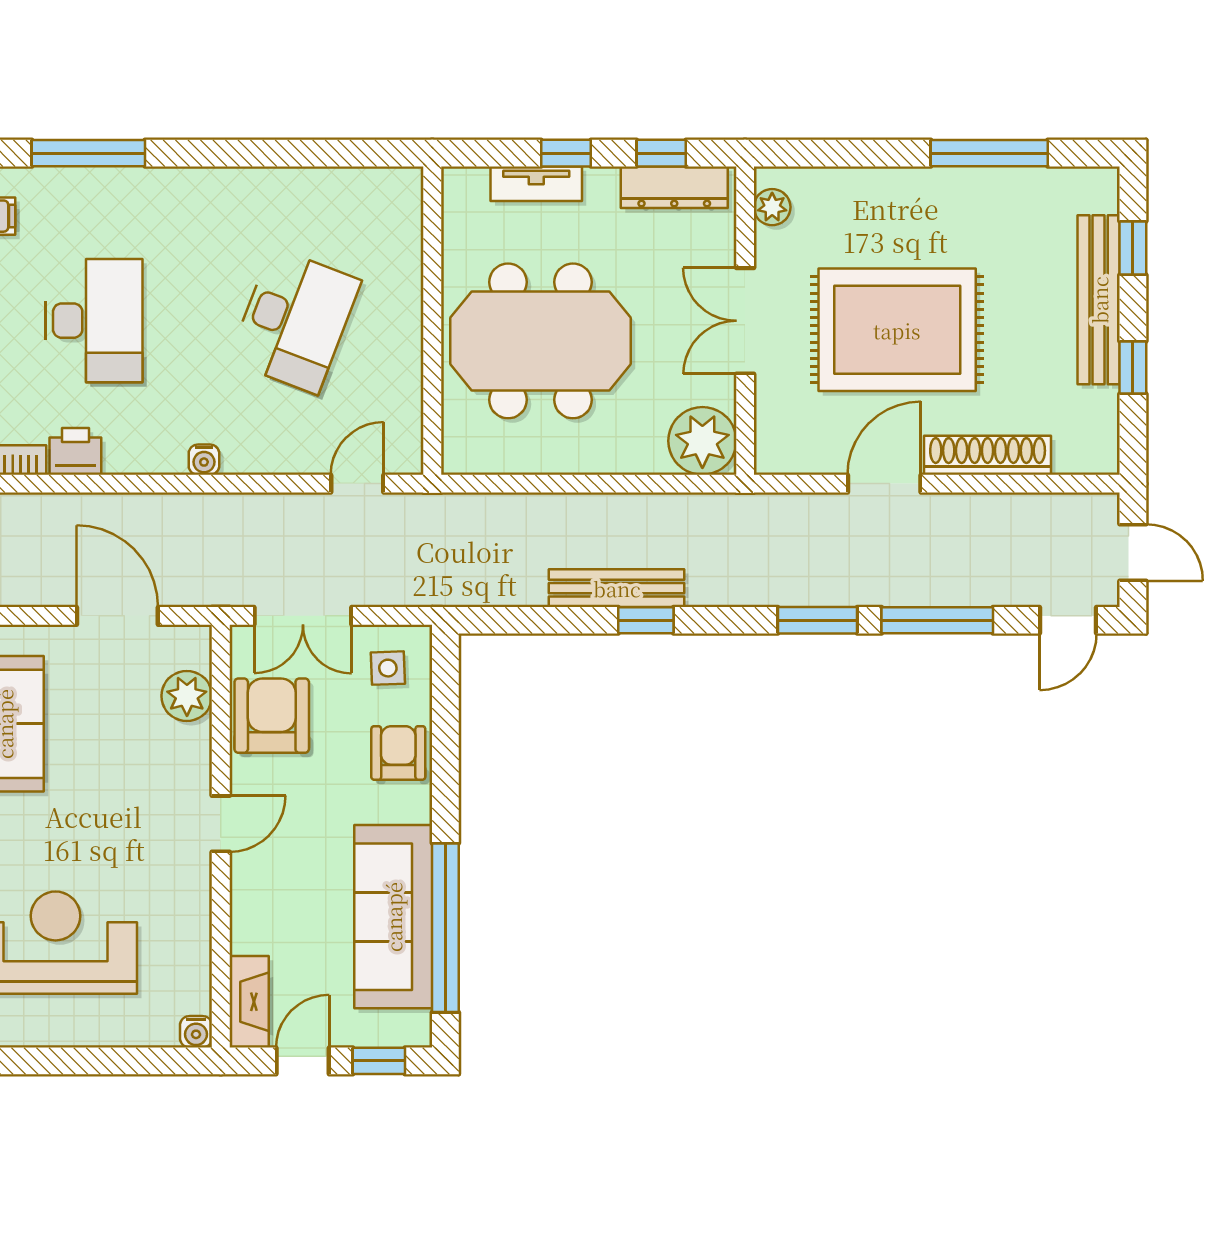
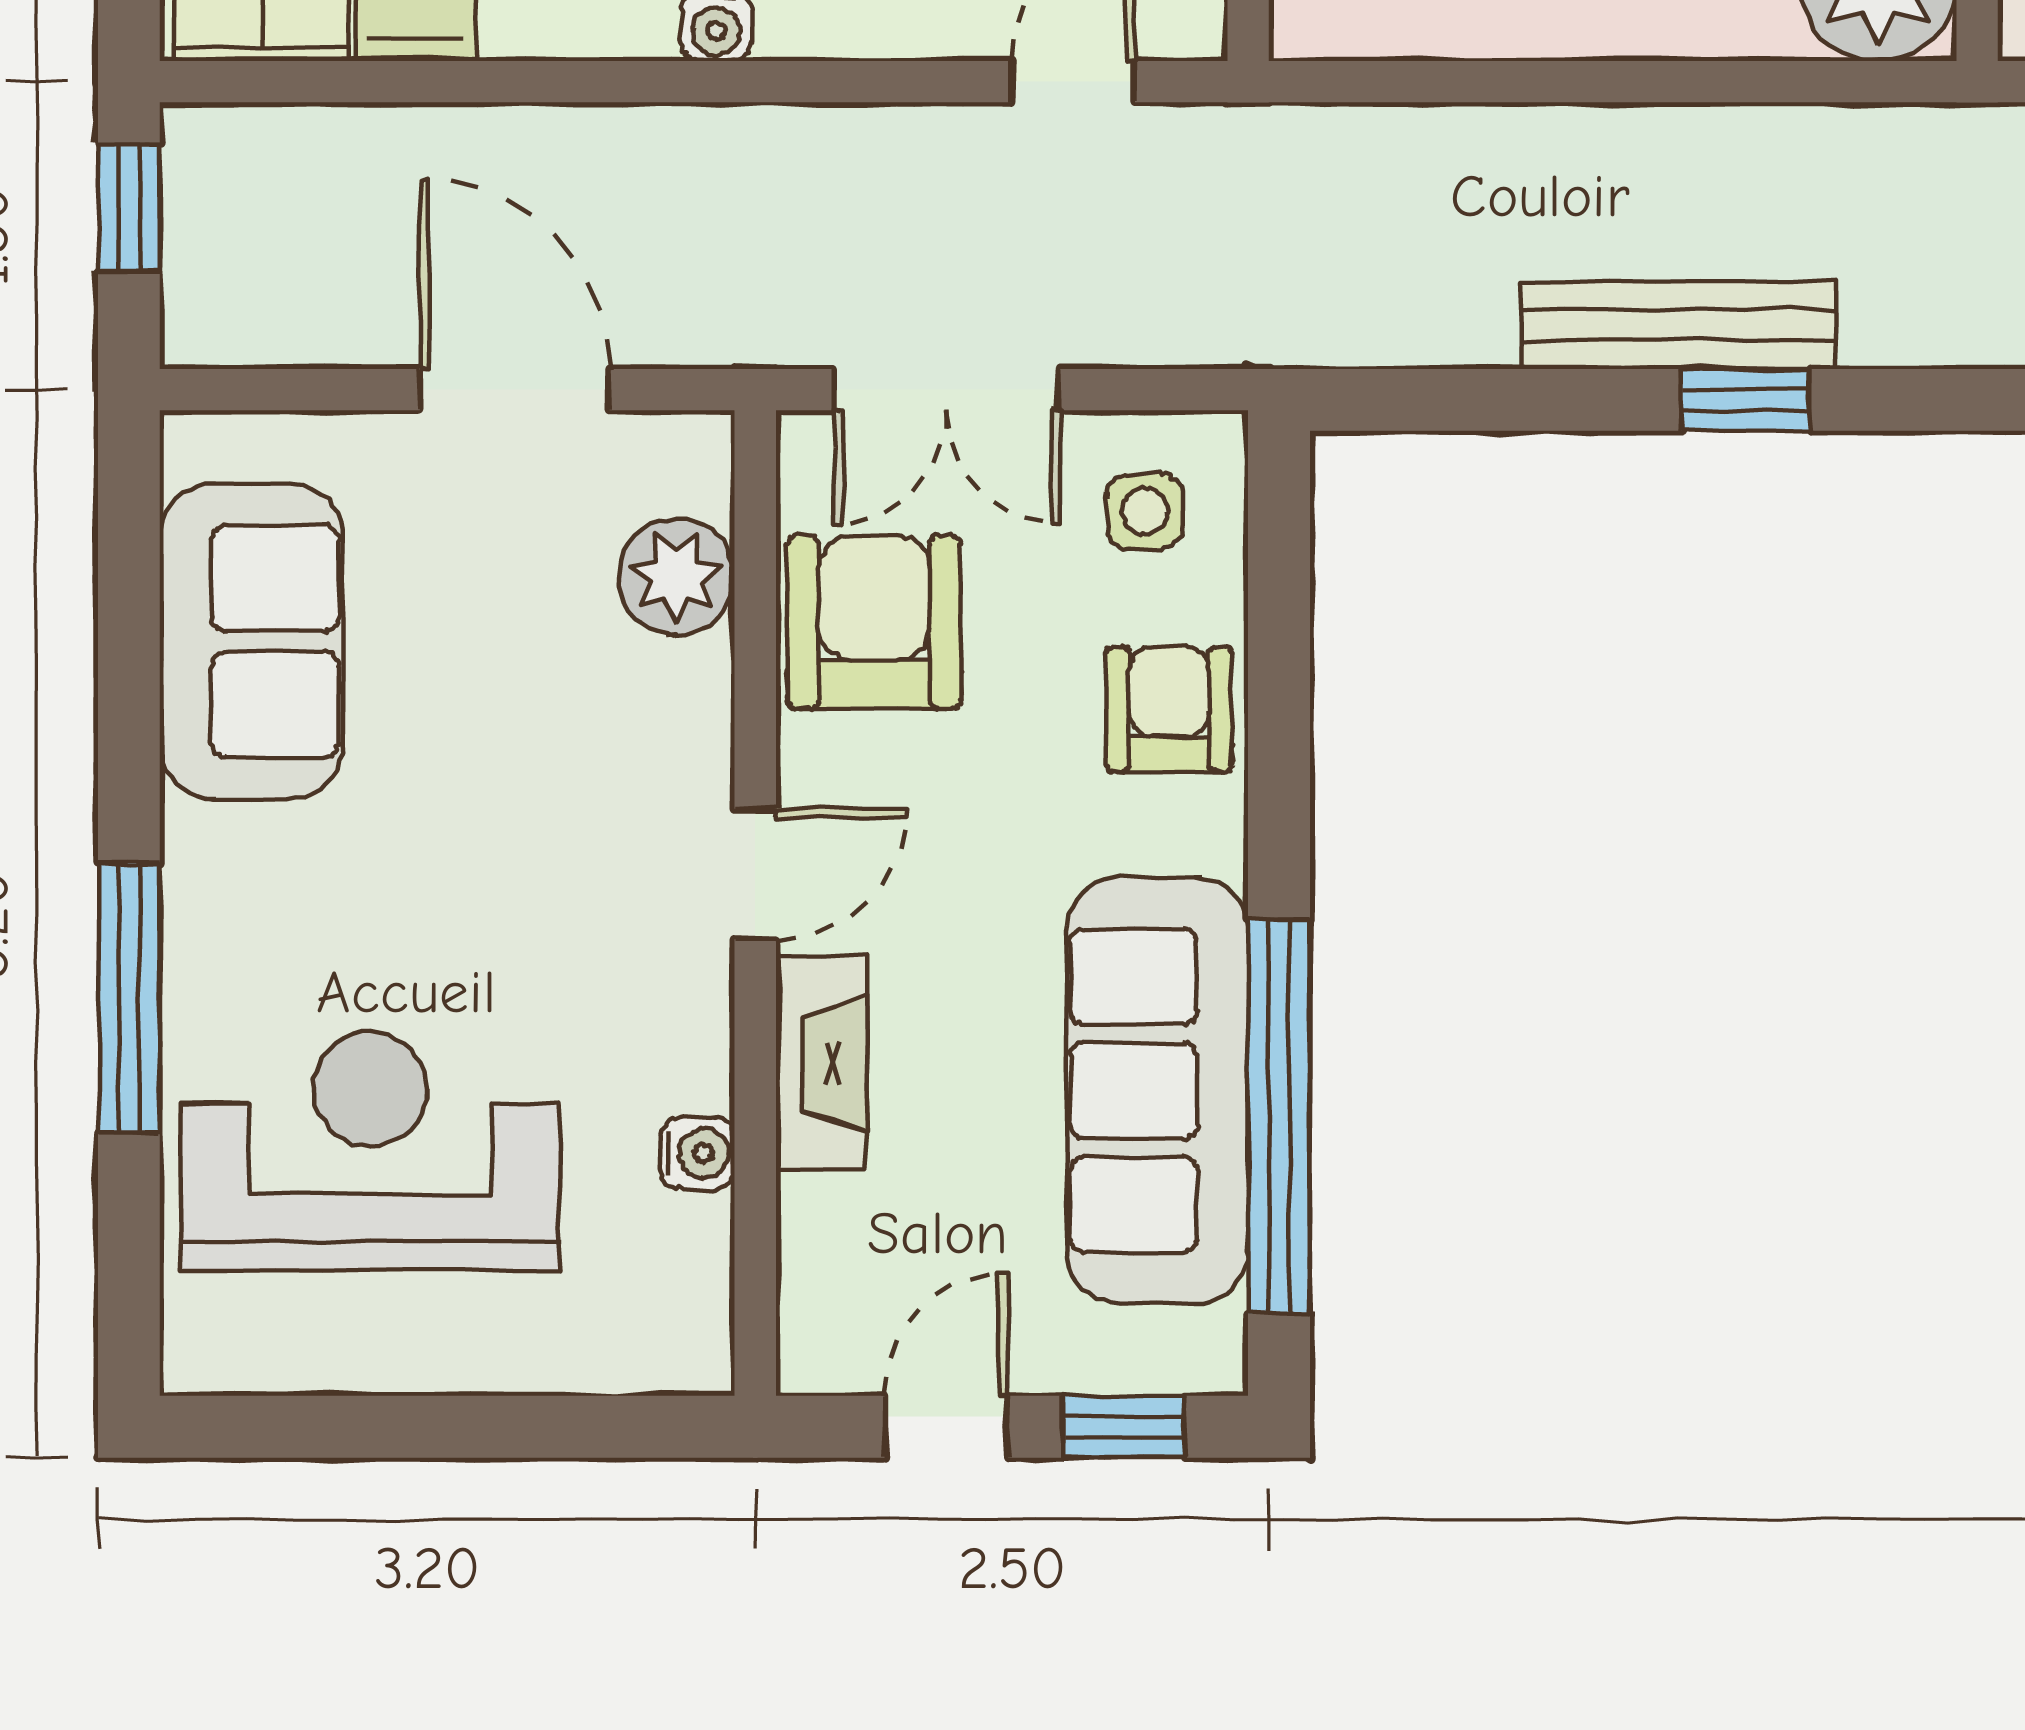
fireplace: (249, 1002) -> (821, 1063), moved
water cooler: (196, 1032) -> (698, 1153), moved, turned -90

